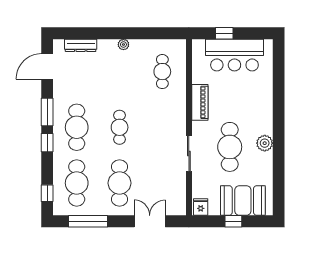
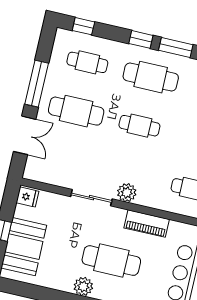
plant: (178, 125) -> (127, 193), added
cafe table: (230, 147) -> (111, 261), moved
cafe table: (77, 183) -> (87, 62), width x0.73, depth x0.74
window: (88, 221) -> (37, 84), moved

